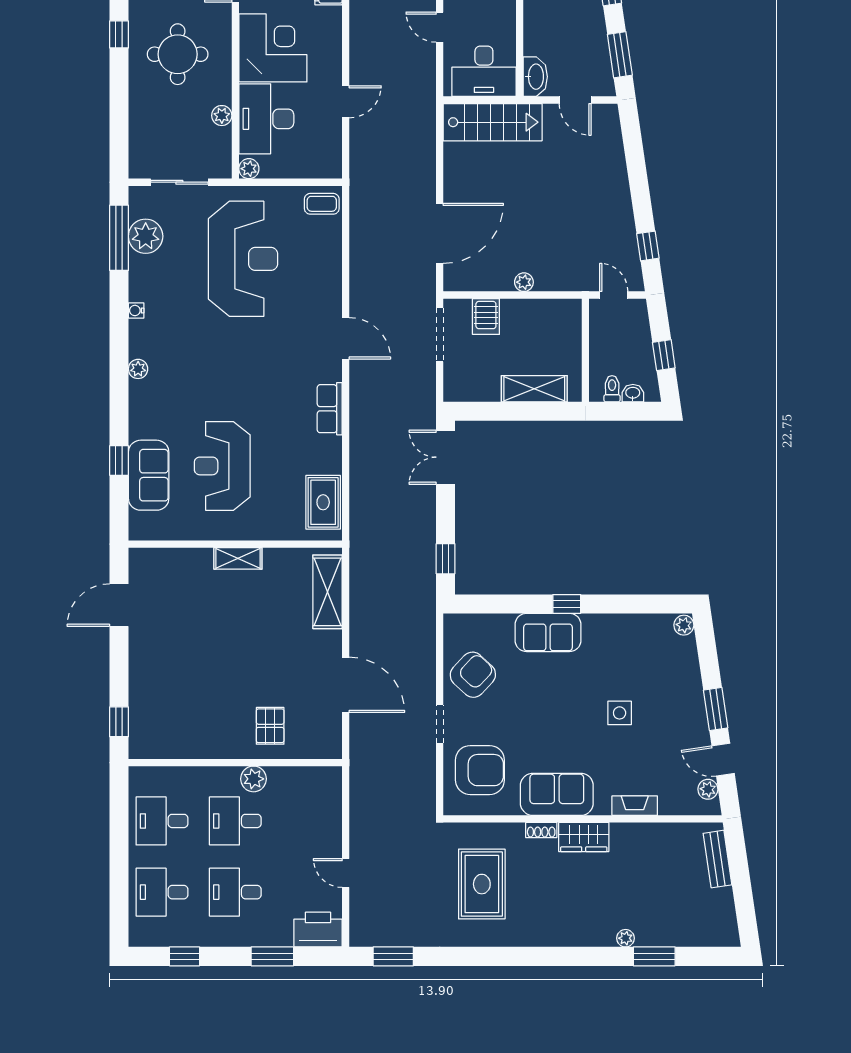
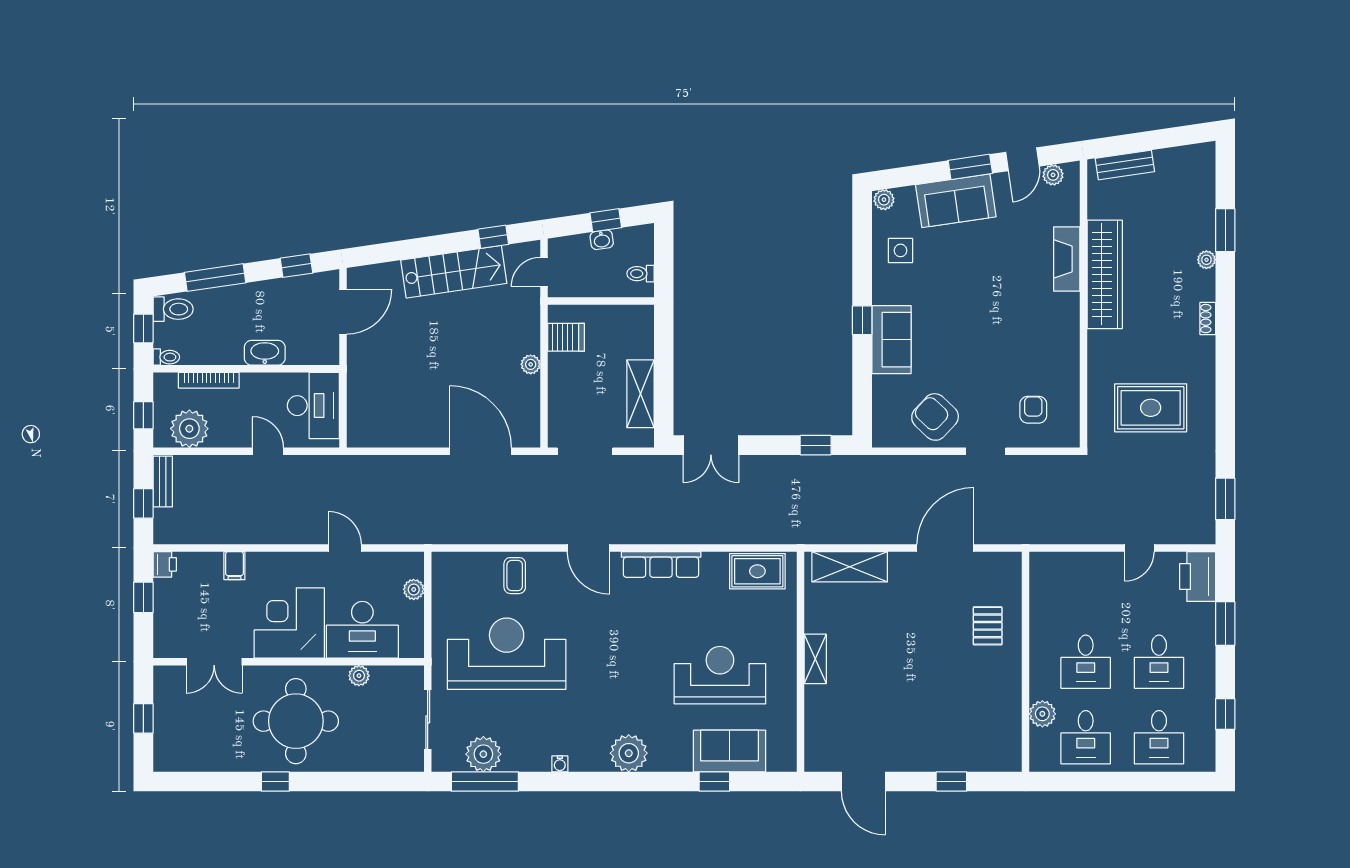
door: (440, 27) -> (268, 451), swing flipped
round table: (178, 54) -> (296, 721), width x1.36, depth x1.36
window: (620, 55) -> (296, 266), width x0.67
washbasin: (535, 77) -> (265, 353), moved
door: (575, 100) -> (343, 312), width x1.38
stairs: (493, 122) -> (454, 272), moved, turned 82
plant: (249, 169) -> (414, 589), moved
coffee table: (322, 204) -> (515, 576), moved
server rack: (486, 316) -> (566, 337), moved
door: (346, 338) -> (589, 548), swing flipped
plant: (138, 369) -> (629, 753), width x1.88, depth x1.88
shelving: (534, 389) -> (640, 394), moved
washbasin: (633, 393) -> (602, 240), moved, turned -98
row of seats: (330, 409) -> (661, 564), width x1.48
reception desk: (222, 466) -> (720, 675), turned 180
side table: (620, 713) -> (900, 250), moved
window: (119, 722) -> (951, 782), moved
pallet: (270, 726) -> (988, 626), turned 90
armchair: (480, 770) -> (1033, 410), width x0.53, depth x0.53
plant: (254, 779) -> (1042, 714), moved
sofa: (557, 794) -> (956, 201), moved, turned -98
fireplace: (635, 806) -> (1067, 259), width x1.37, depth x1.32
shoe rack: (541, 830) -> (1208, 319), moved, turned 180
wardrobe: (584, 837) -> (1105, 274), width x2.10, depth x1.17

